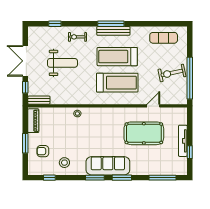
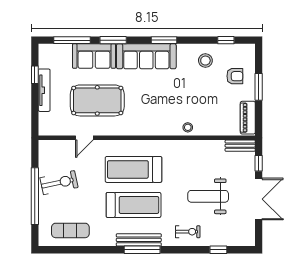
window: (190, 78) -> (35, 196), moved
sofa: (146, 166) -> (94, 56), added
window: (122, 178) -> (113, 40), moved

